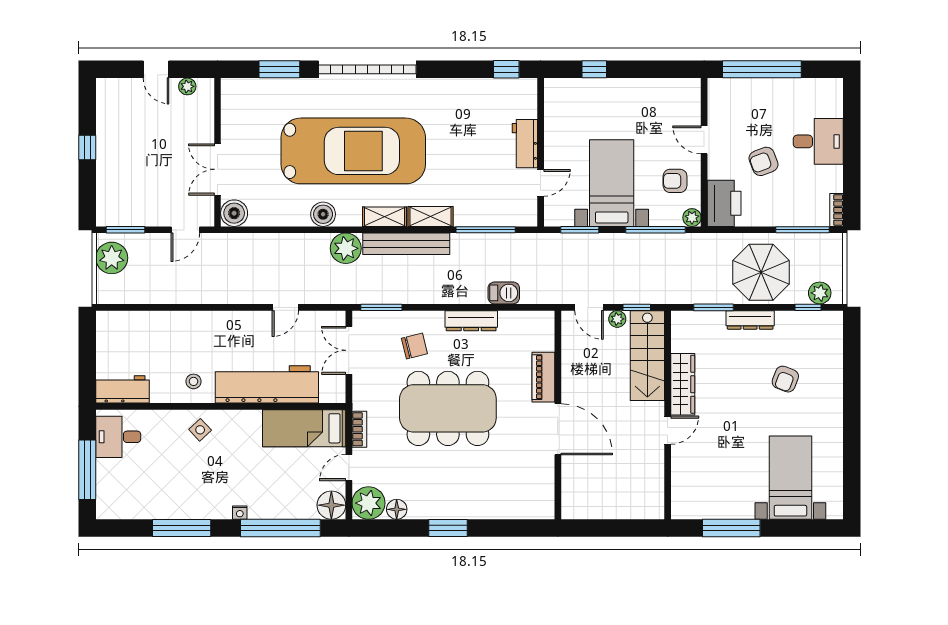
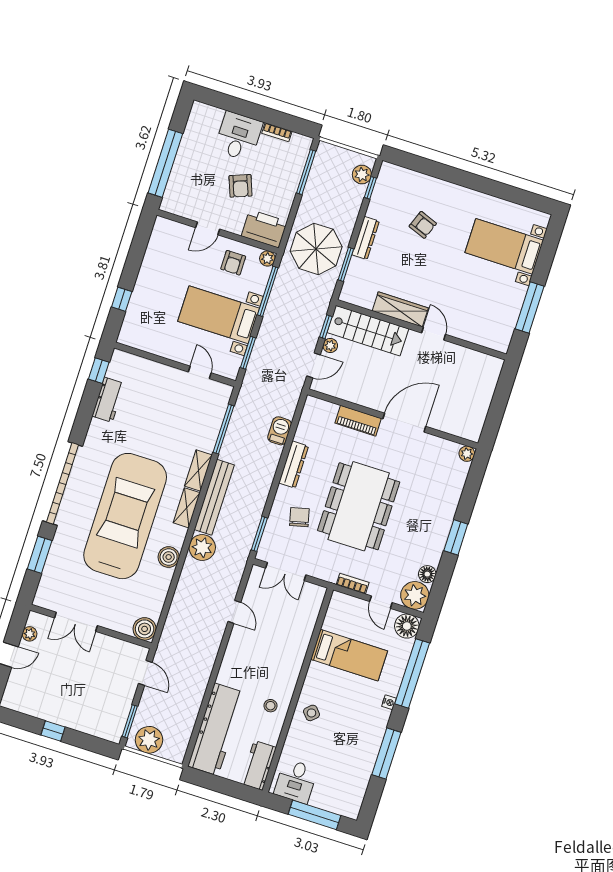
workbench: (525, 144) -> (108, 400), moved, turned -90
double door: (218, 169) -> (76, 622), moved
bookcase: (836, 210) -> (277, 132), moved
parasol: (761, 272) -> (316, 249), moved
workbench: (267, 384) -> (216, 729), moved, turned 180
bed: (304, 428) -> (349, 655), moved, turned -90
plant: (545, 510) -> (467, 454), added

